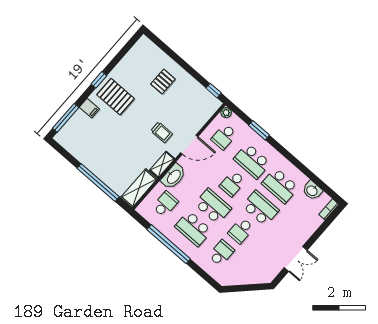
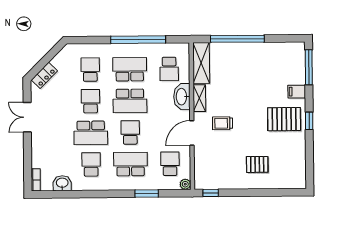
pallet: (163, 82) -> (257, 164), turned 90
school desk: (280, 186) -> (91, 164), width x0.54
school desk: (221, 253) -> (90, 70), turned 180
locker: (257, 278) -> (44, 75), added

